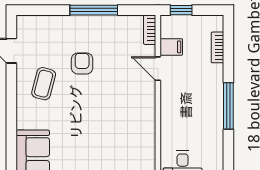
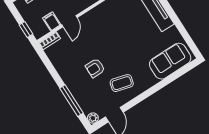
window: (94, 10) -> (71, 101), moved
plant: (24, 22) -> (93, 118), added

